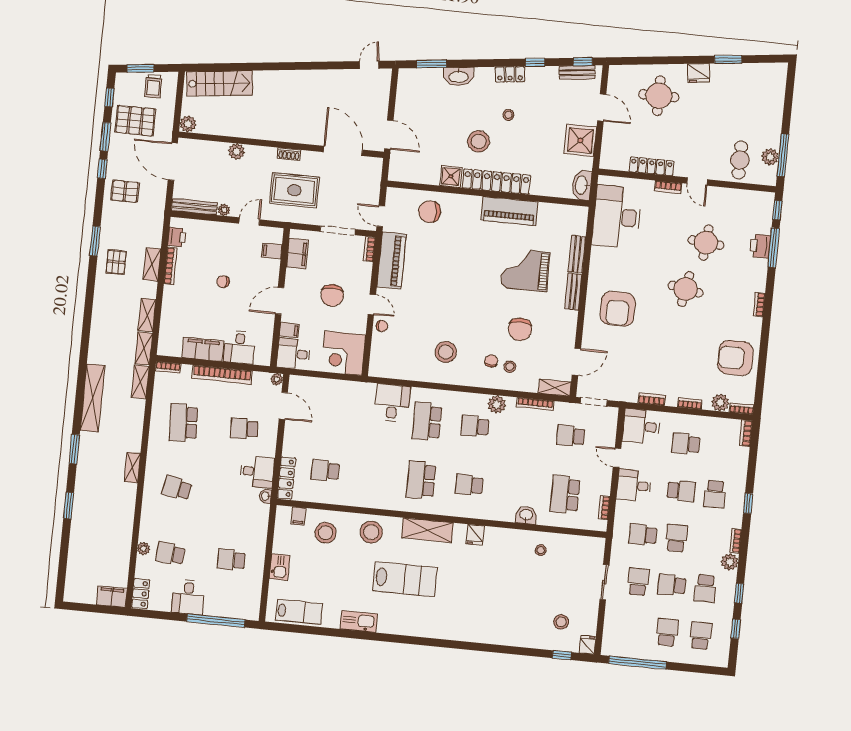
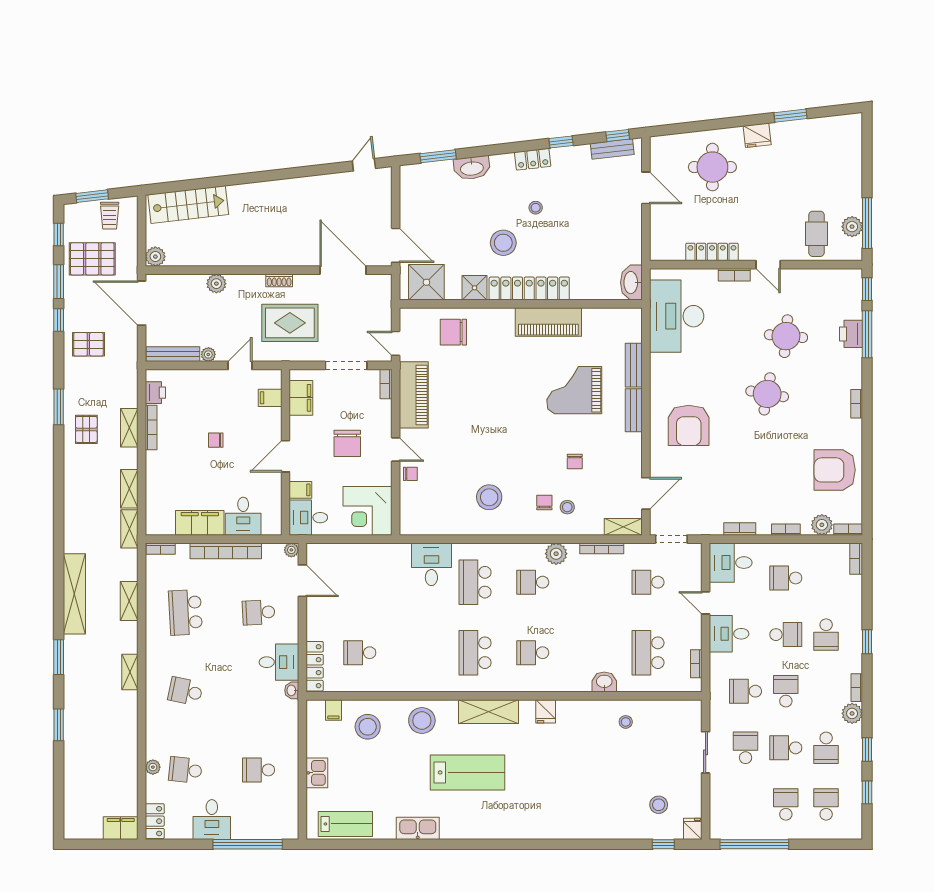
shower: (580, 140) -> (426, 282), moved
chair: (520, 329) -> (575, 462), width x0.54, depth x0.54
shelving: (140, 382) -> (129, 601), moved

